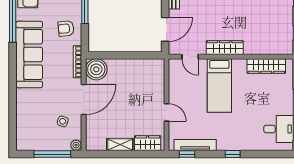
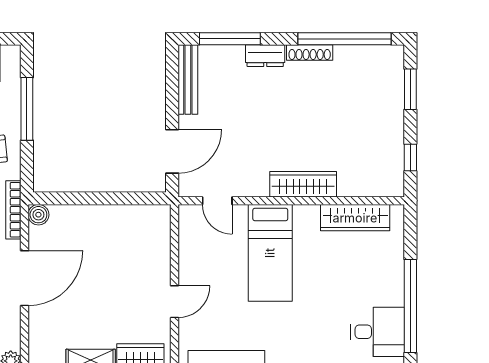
wardrobe: (225, 48) -> (303, 184), moved
boiler: (96, 69) -> (38, 215), width x0.54, depth x0.54
door: (167, 112) -> (175, 302), hinge flipped

